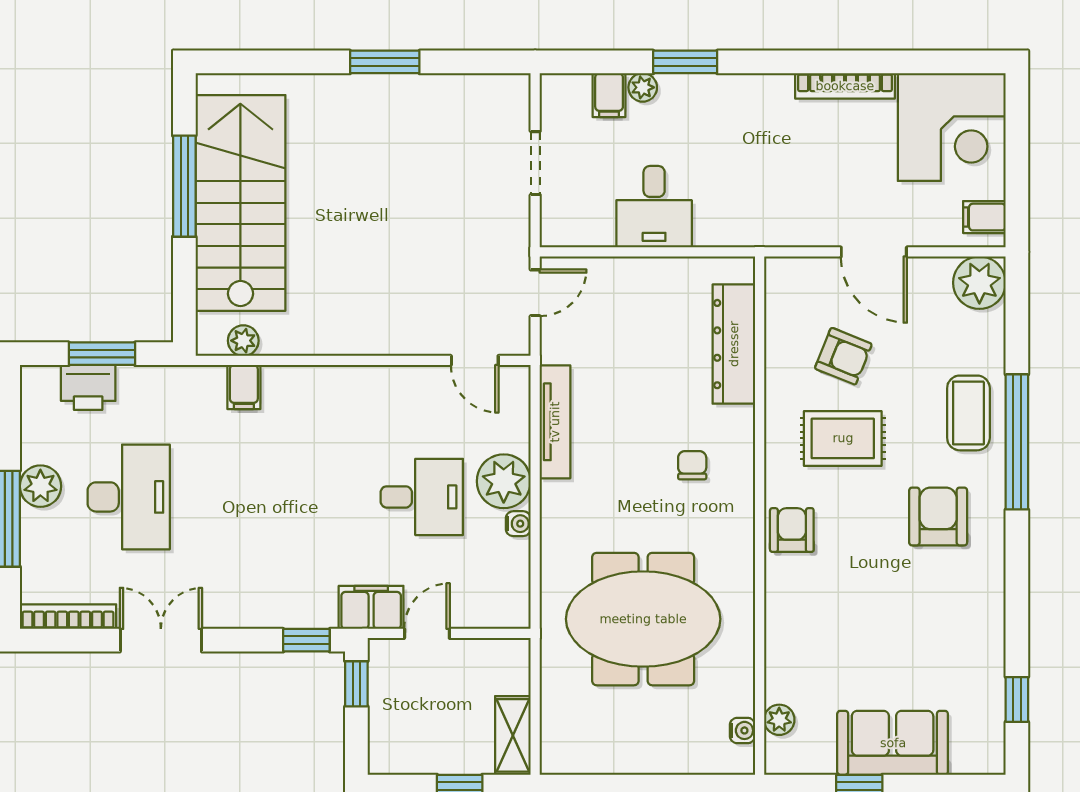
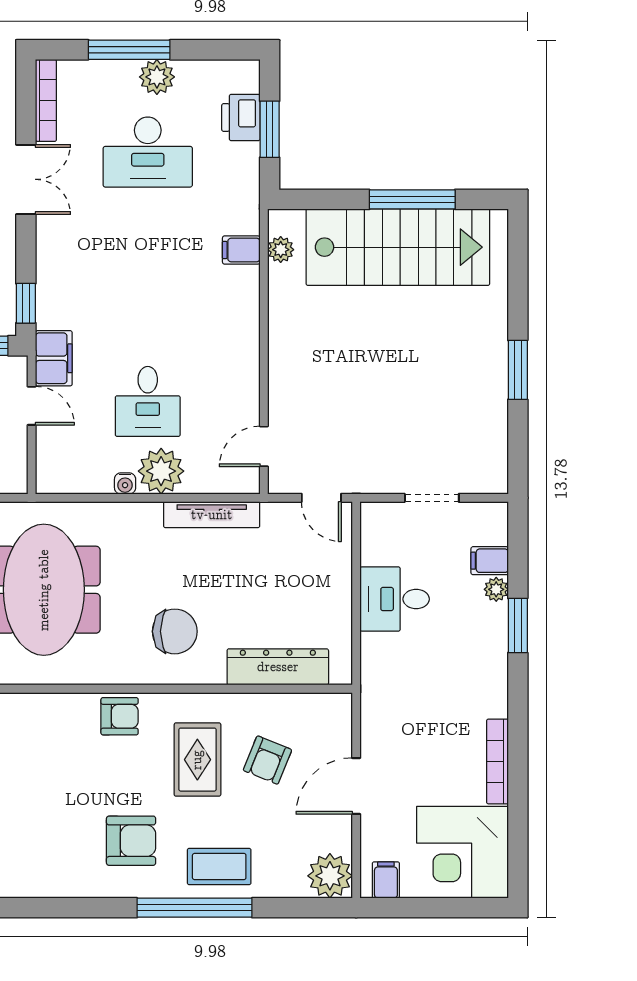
chair: (692, 465) -> (175, 631), width x1.87, depth x1.87

